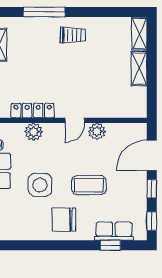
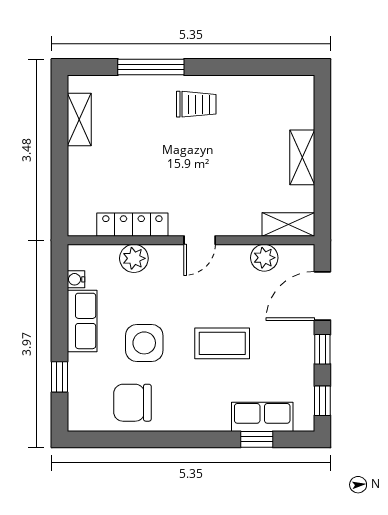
shelving: (139, 34) -> (288, 224), moved, turned 90
plant: (97, 131) -> (264, 258), moved
chair: (64, 220) -> (132, 403), moved

